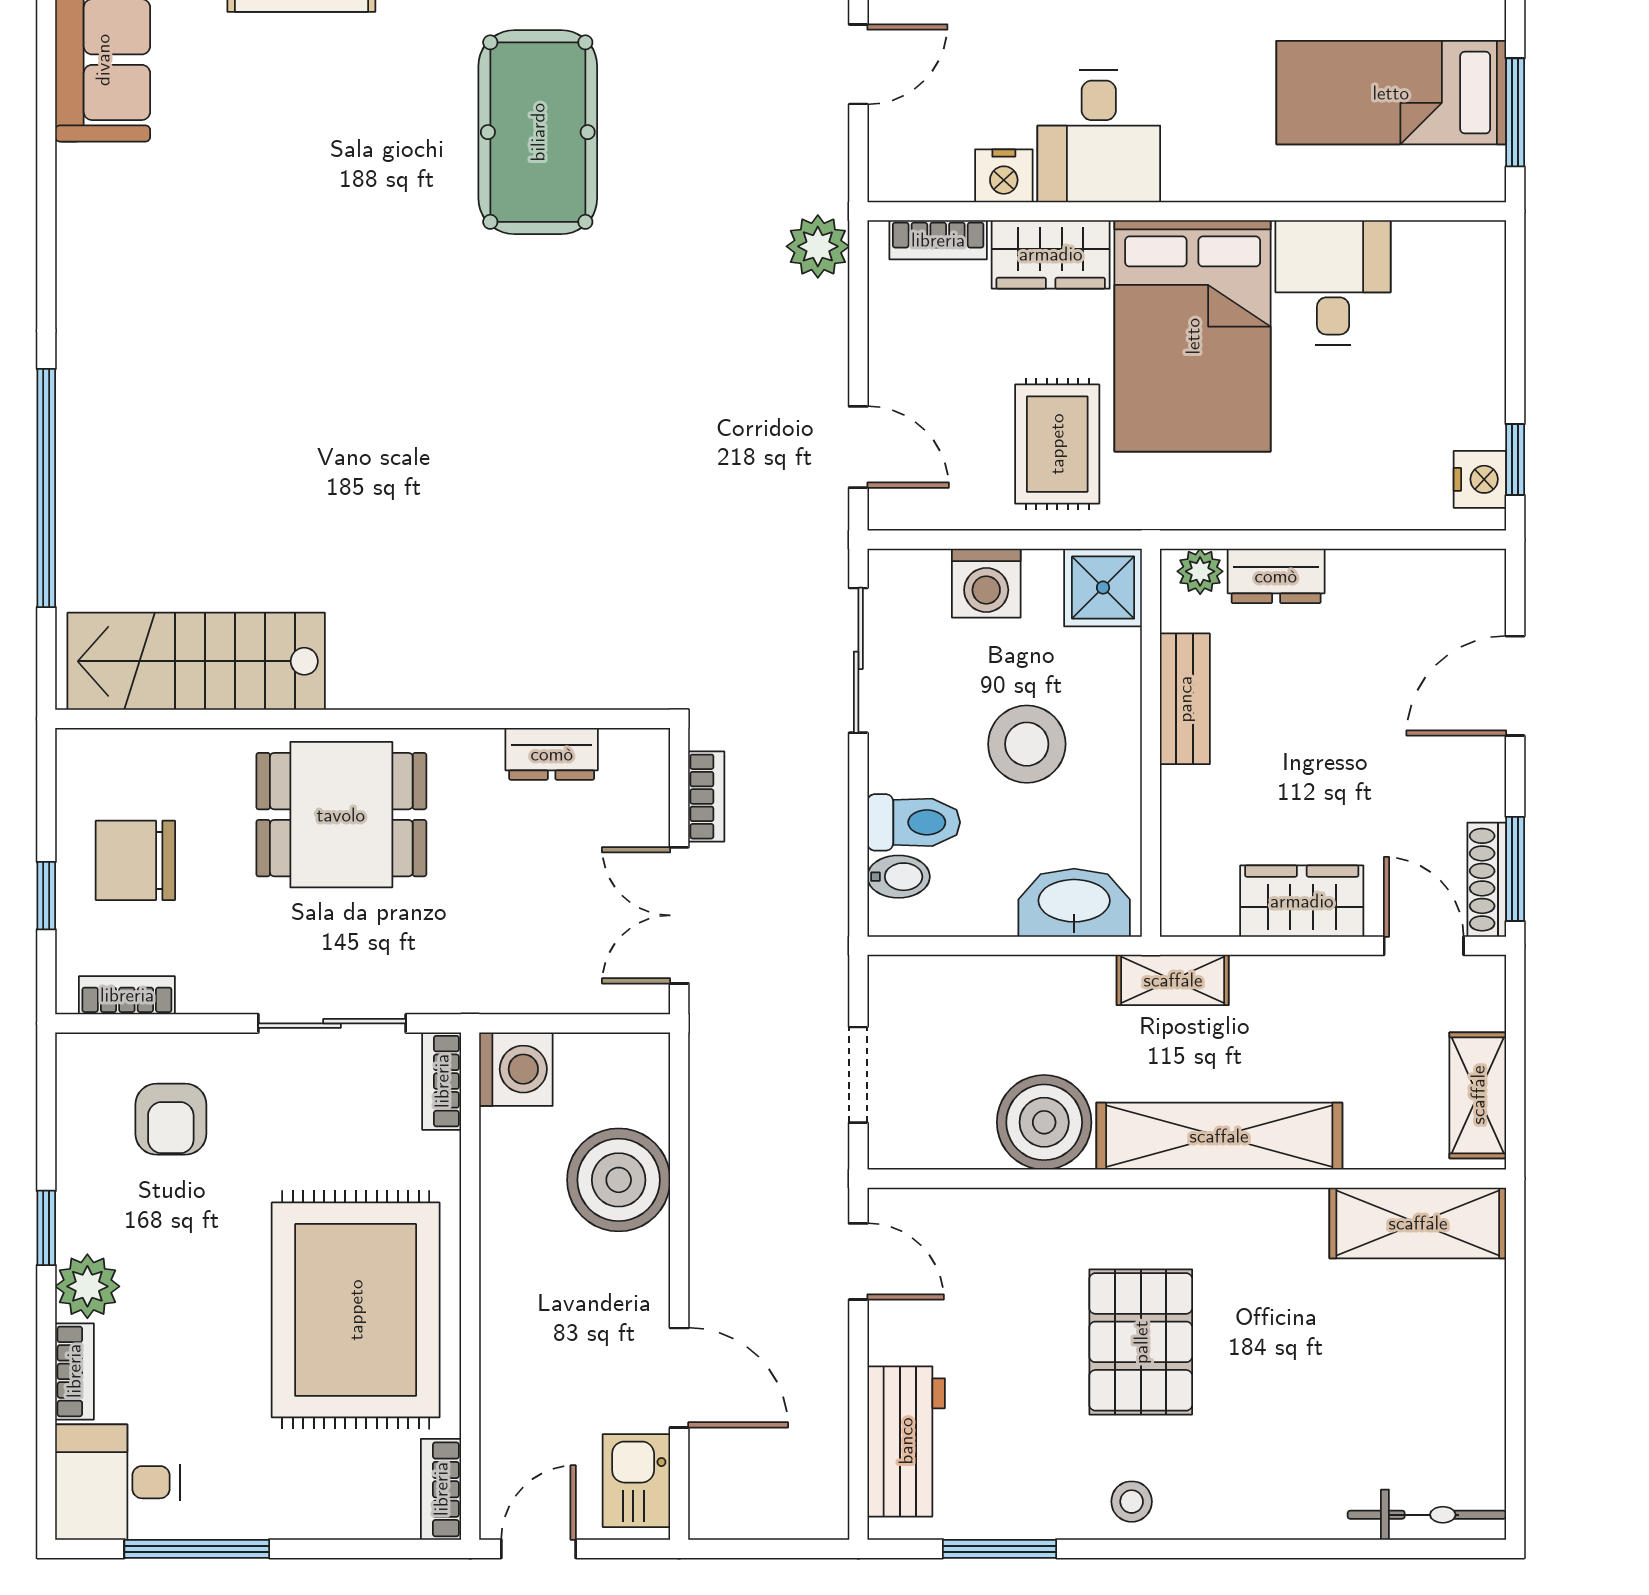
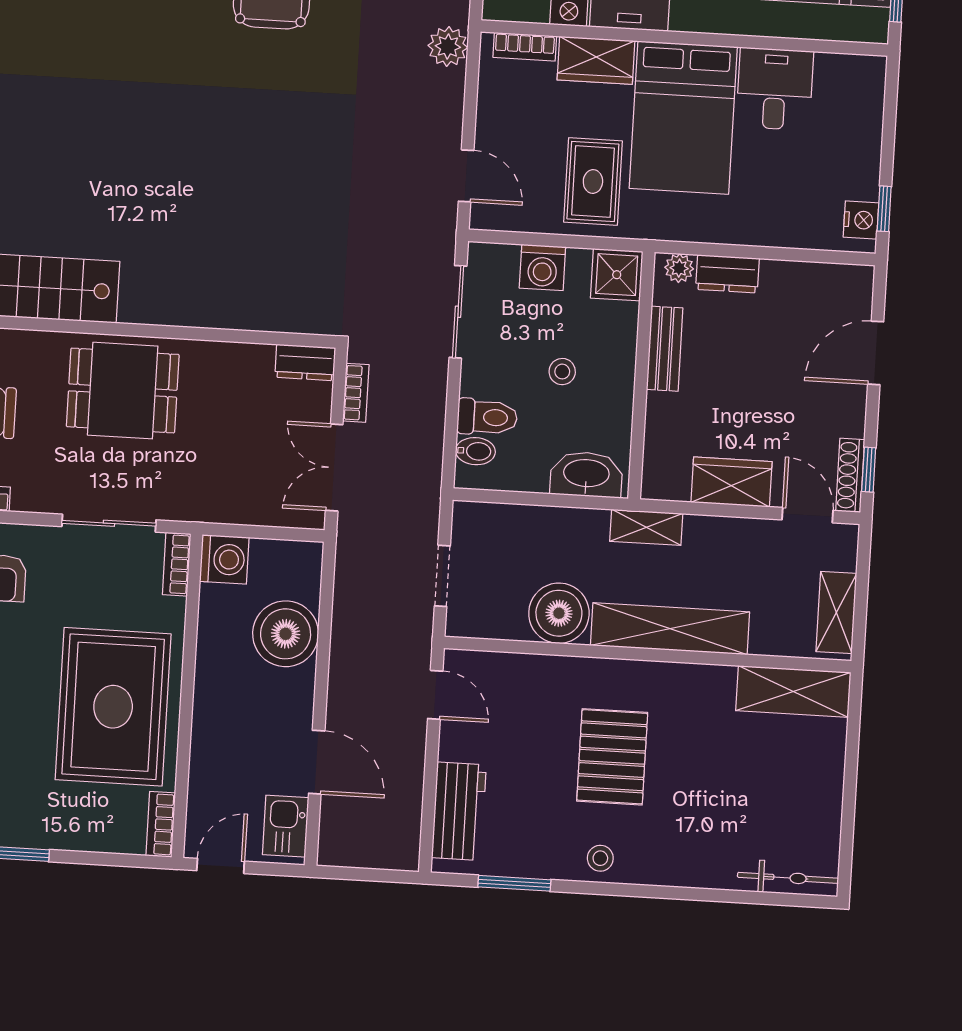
stool: (1027, 744) -> (562, 372), width x0.53, depth x0.53
dresser: (552, 754) -> (305, 362), moved
window: (1515, 869) -> (869, 470), width x0.67

